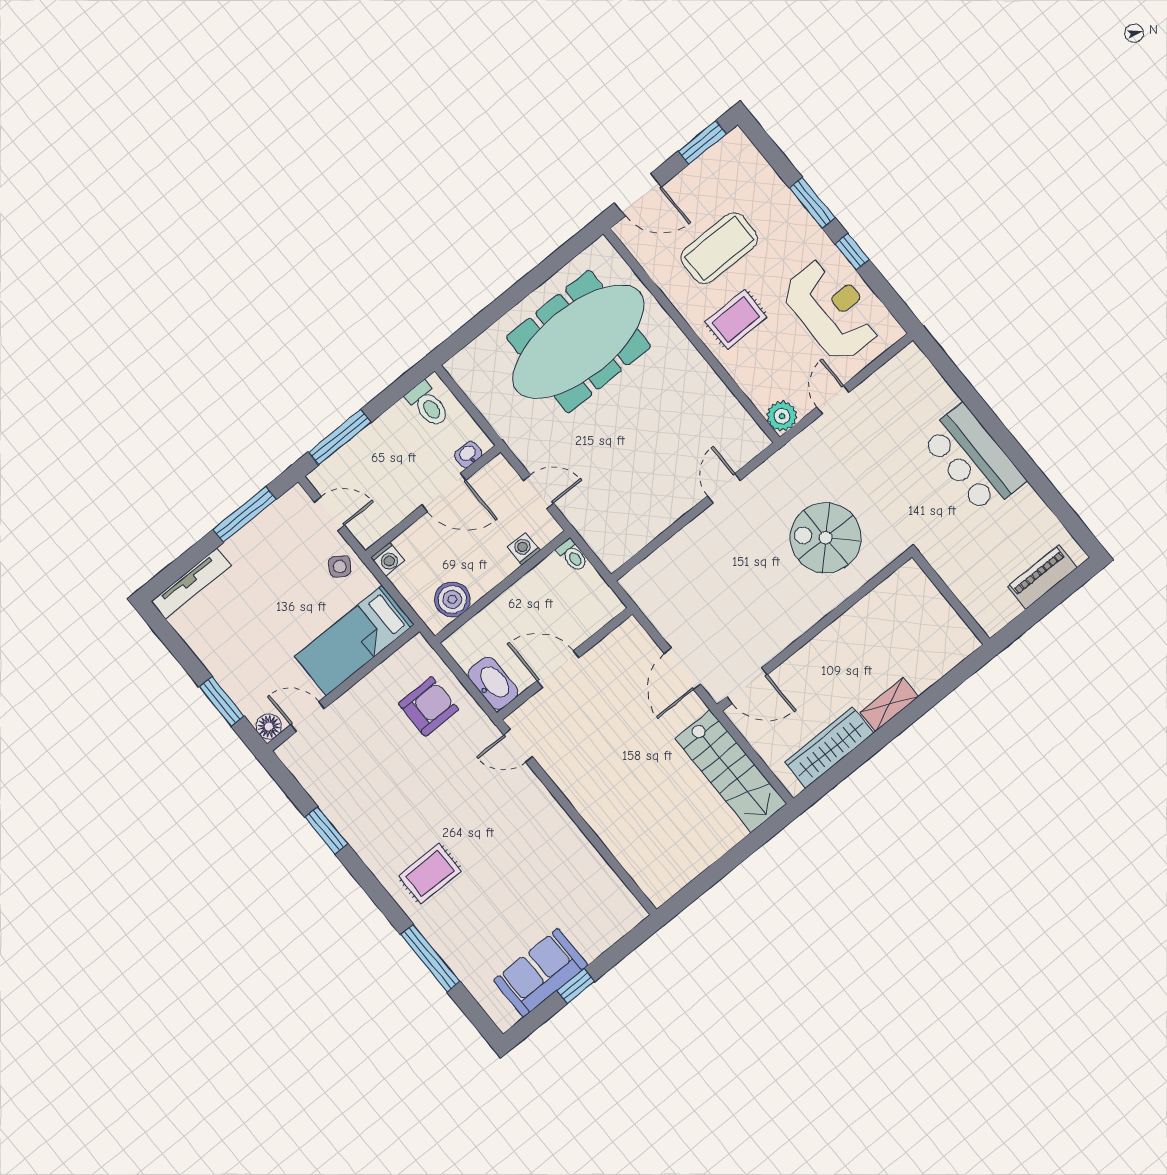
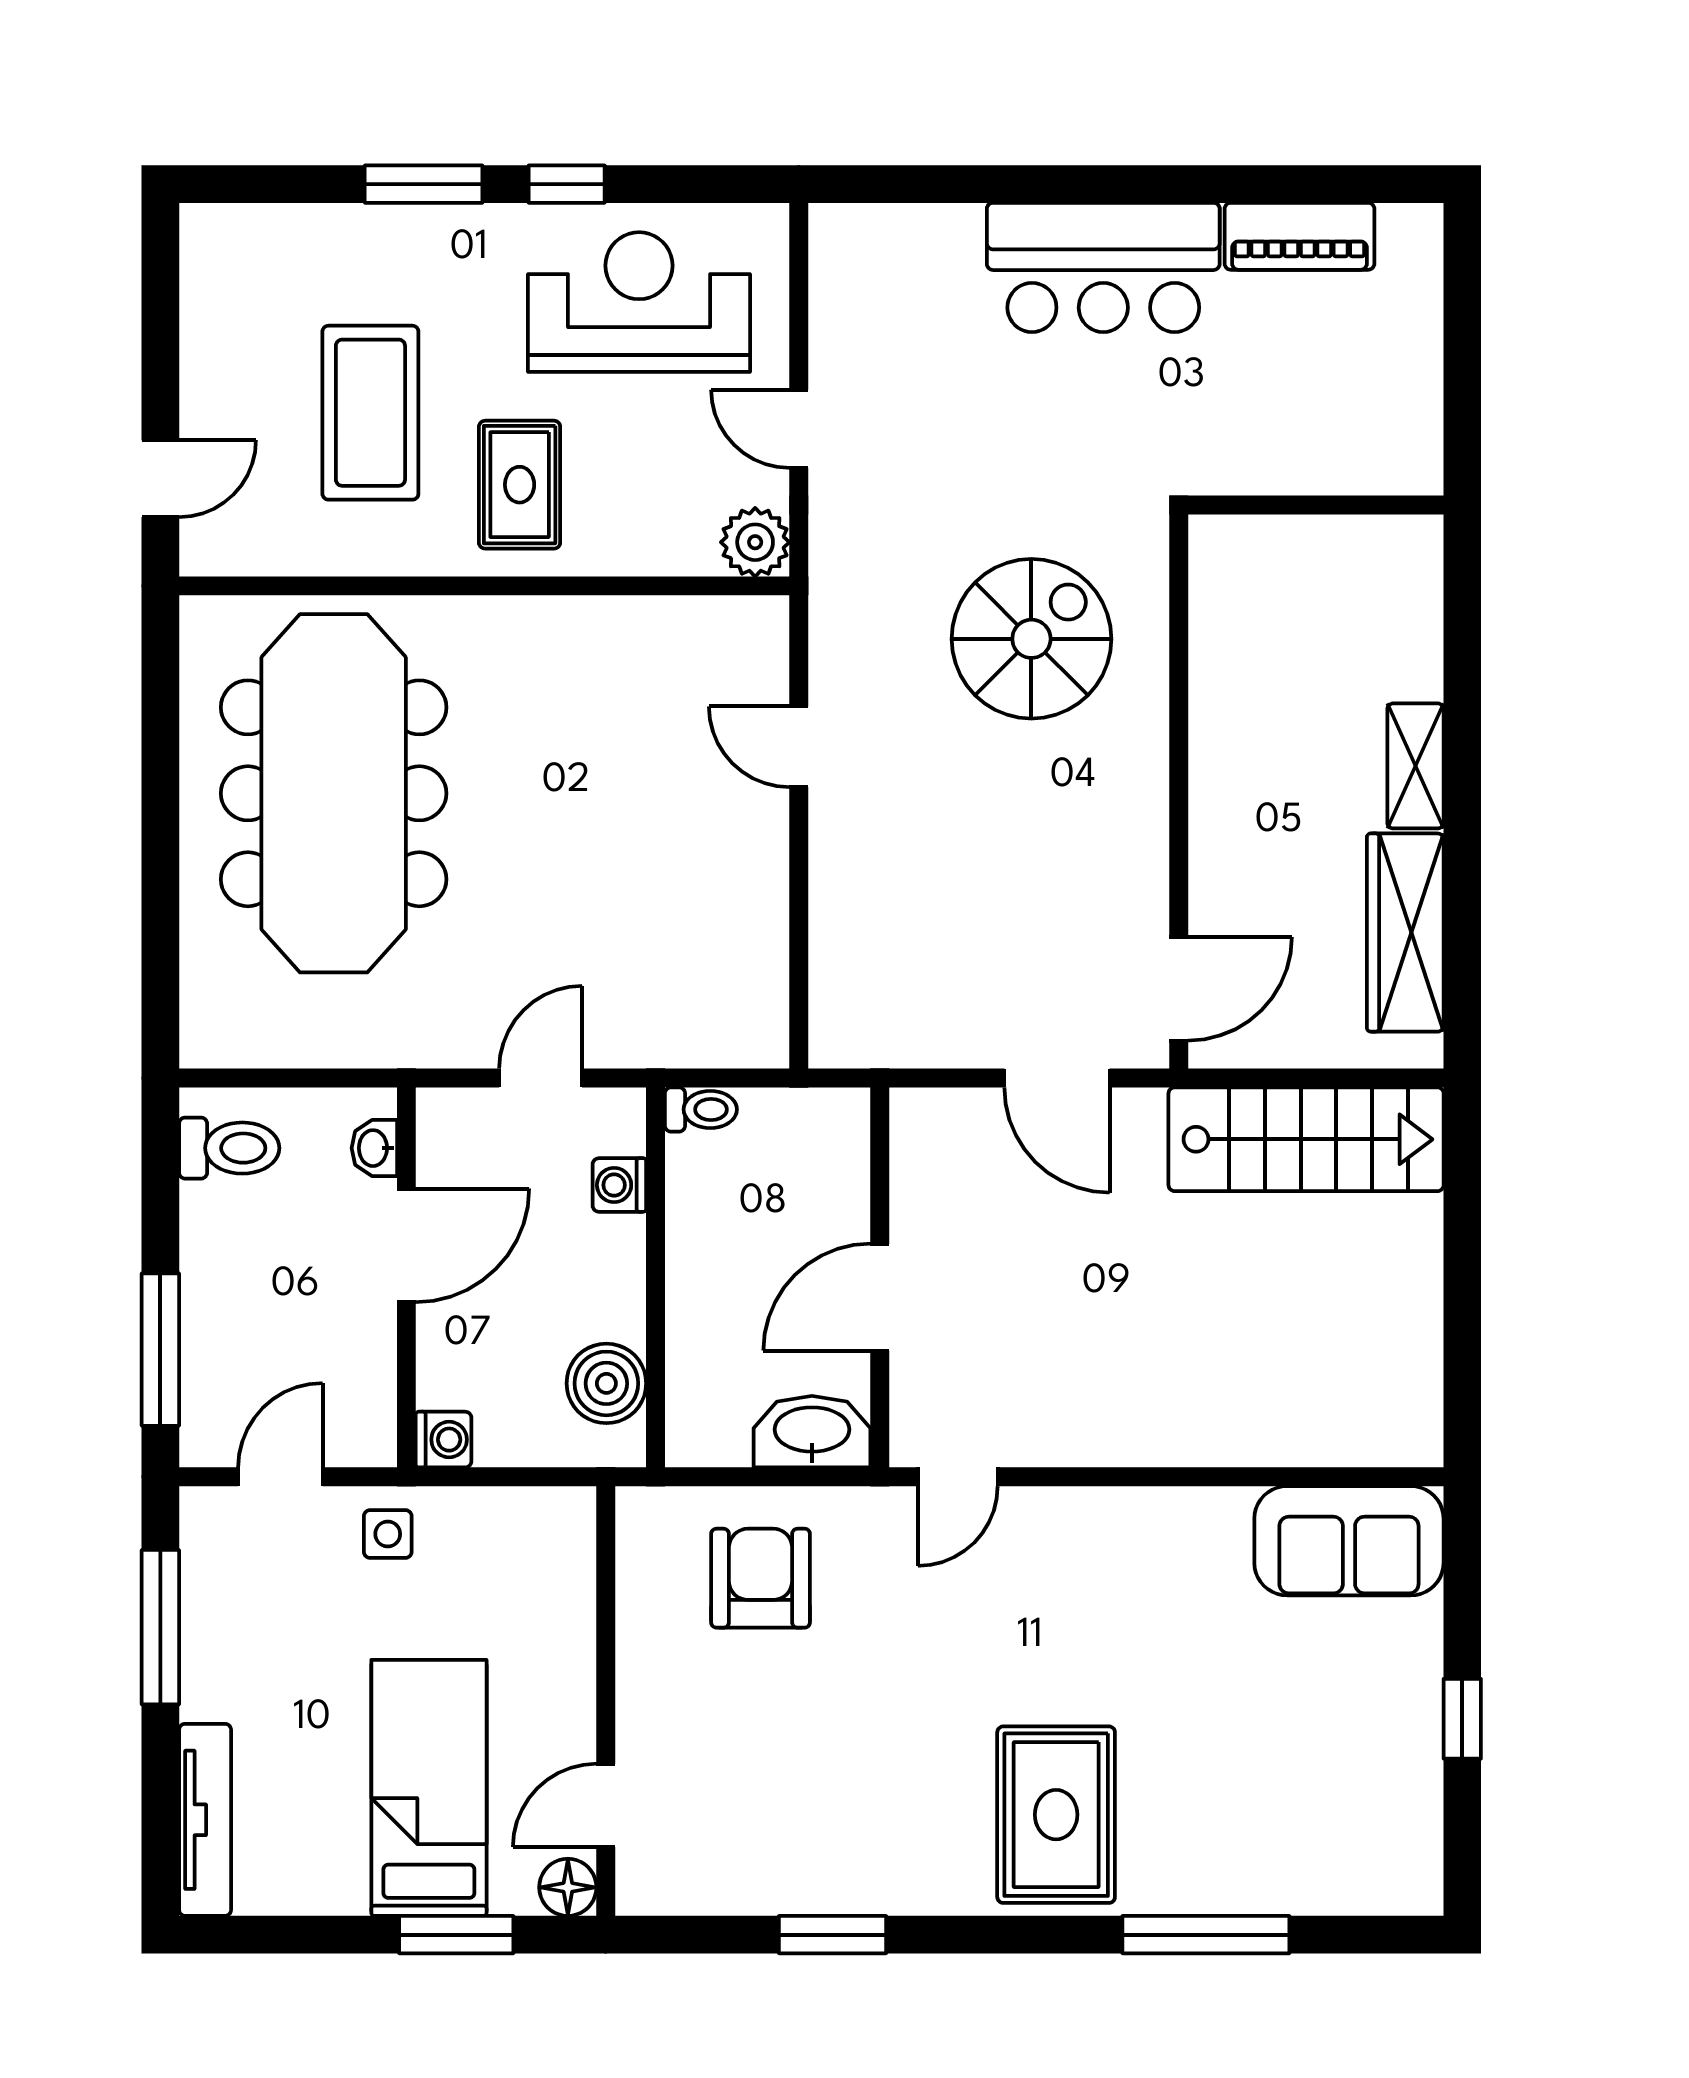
window: (702, 143) -> (160, 291), removed
door: (638, 195) -> (160, 479), width x0.73
spiral stairs: (826, 538) -> (1031, 639), turned 180
side table: (340, 566) -> (388, 1534), turned -33
piano: (1042, 577) -> (1299, 236), moved, turned -90
bed: (354, 640) -> (429, 1788), moved, turned 180
rug: (430, 874) -> (1056, 1815), width x1.36, depth x1.43
sofa: (541, 973) -> (1349, 1541), moved, turned -90

